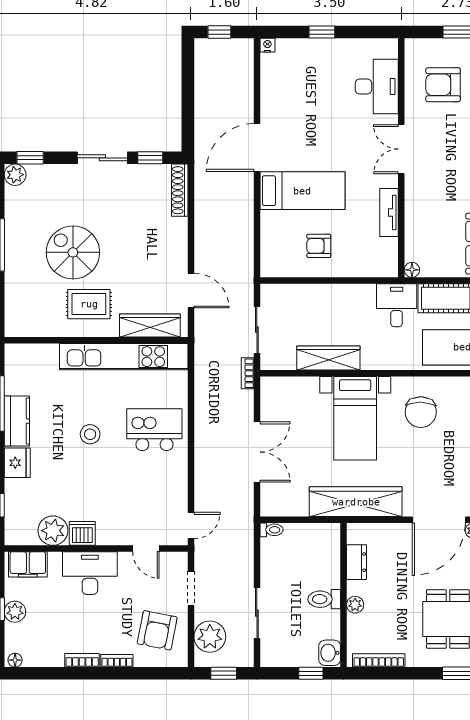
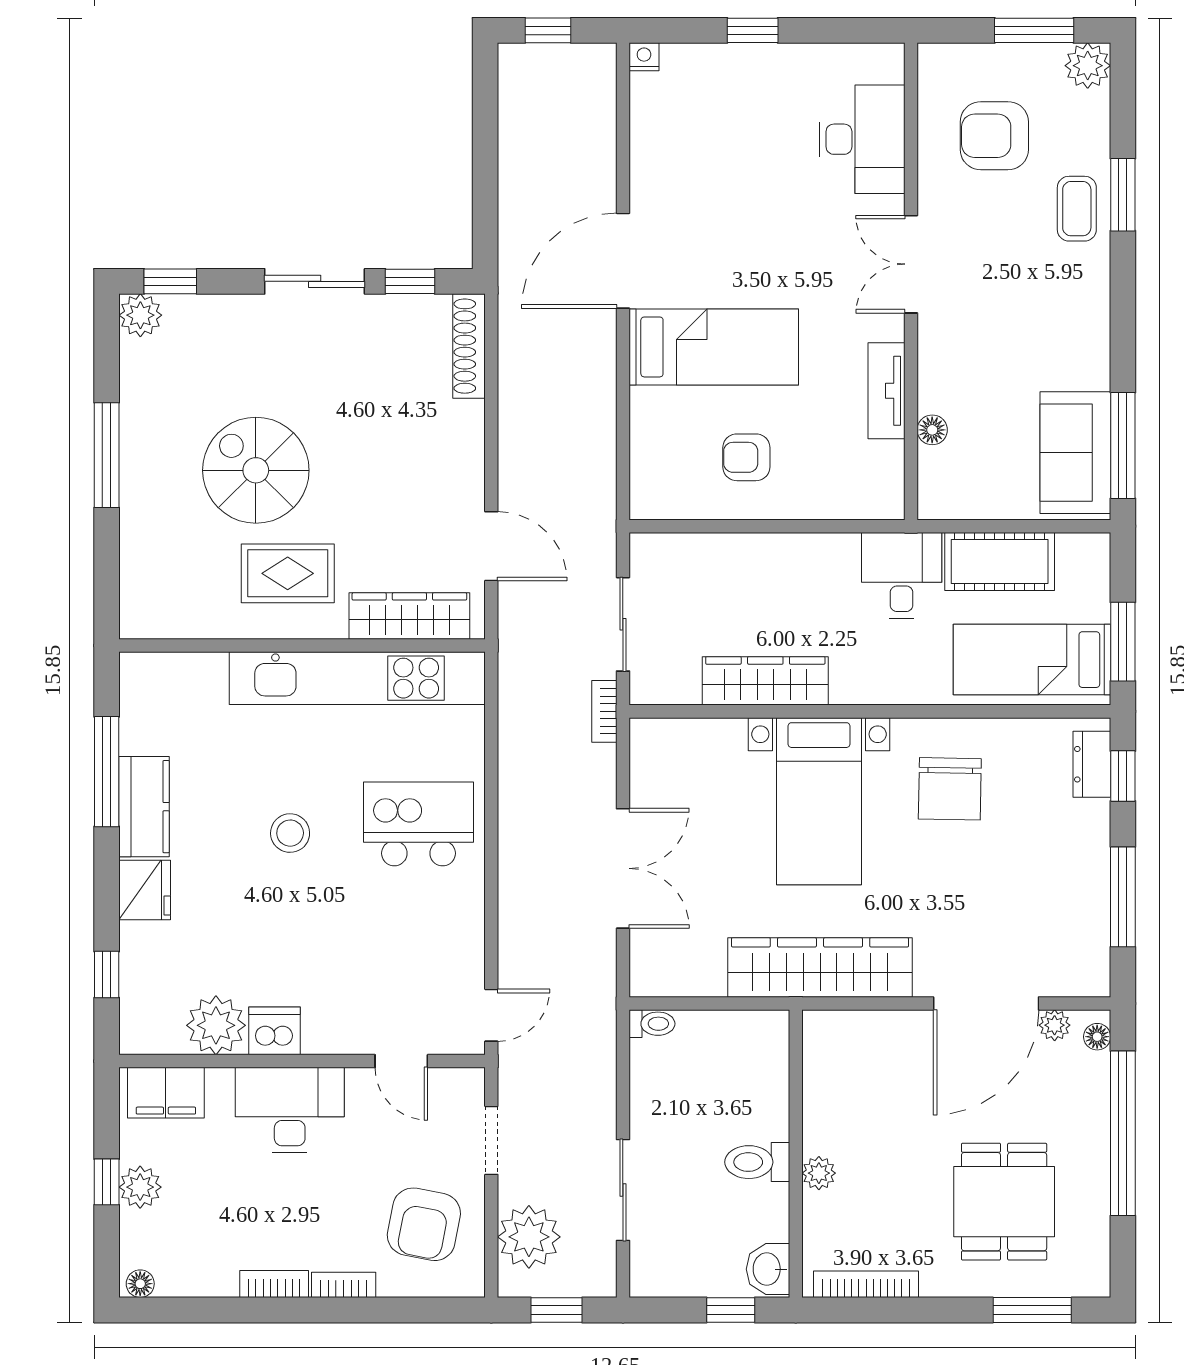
floor lamp: (412, 270) -> (932, 430), moved
dresser: (356, 562) -> (822, 1088), removed

